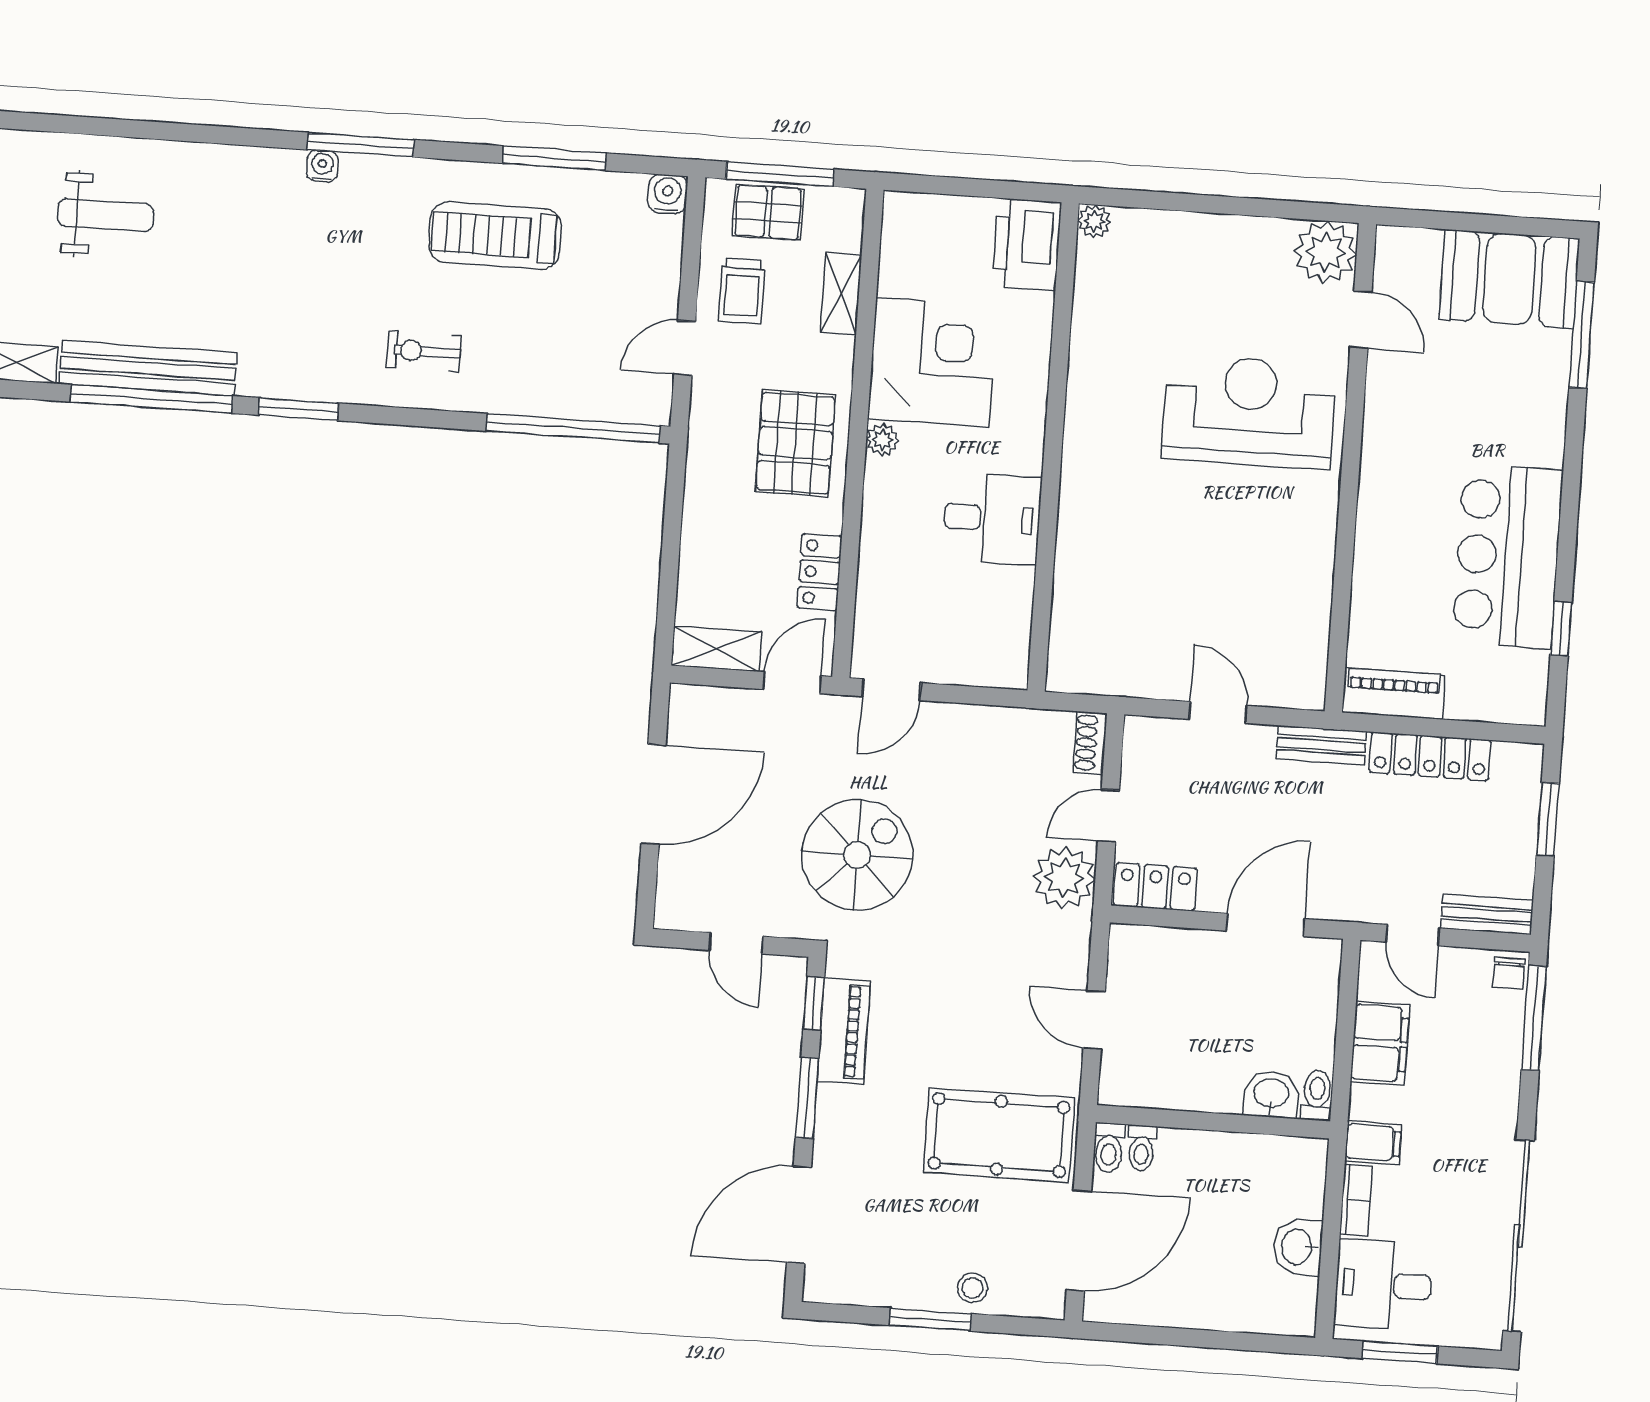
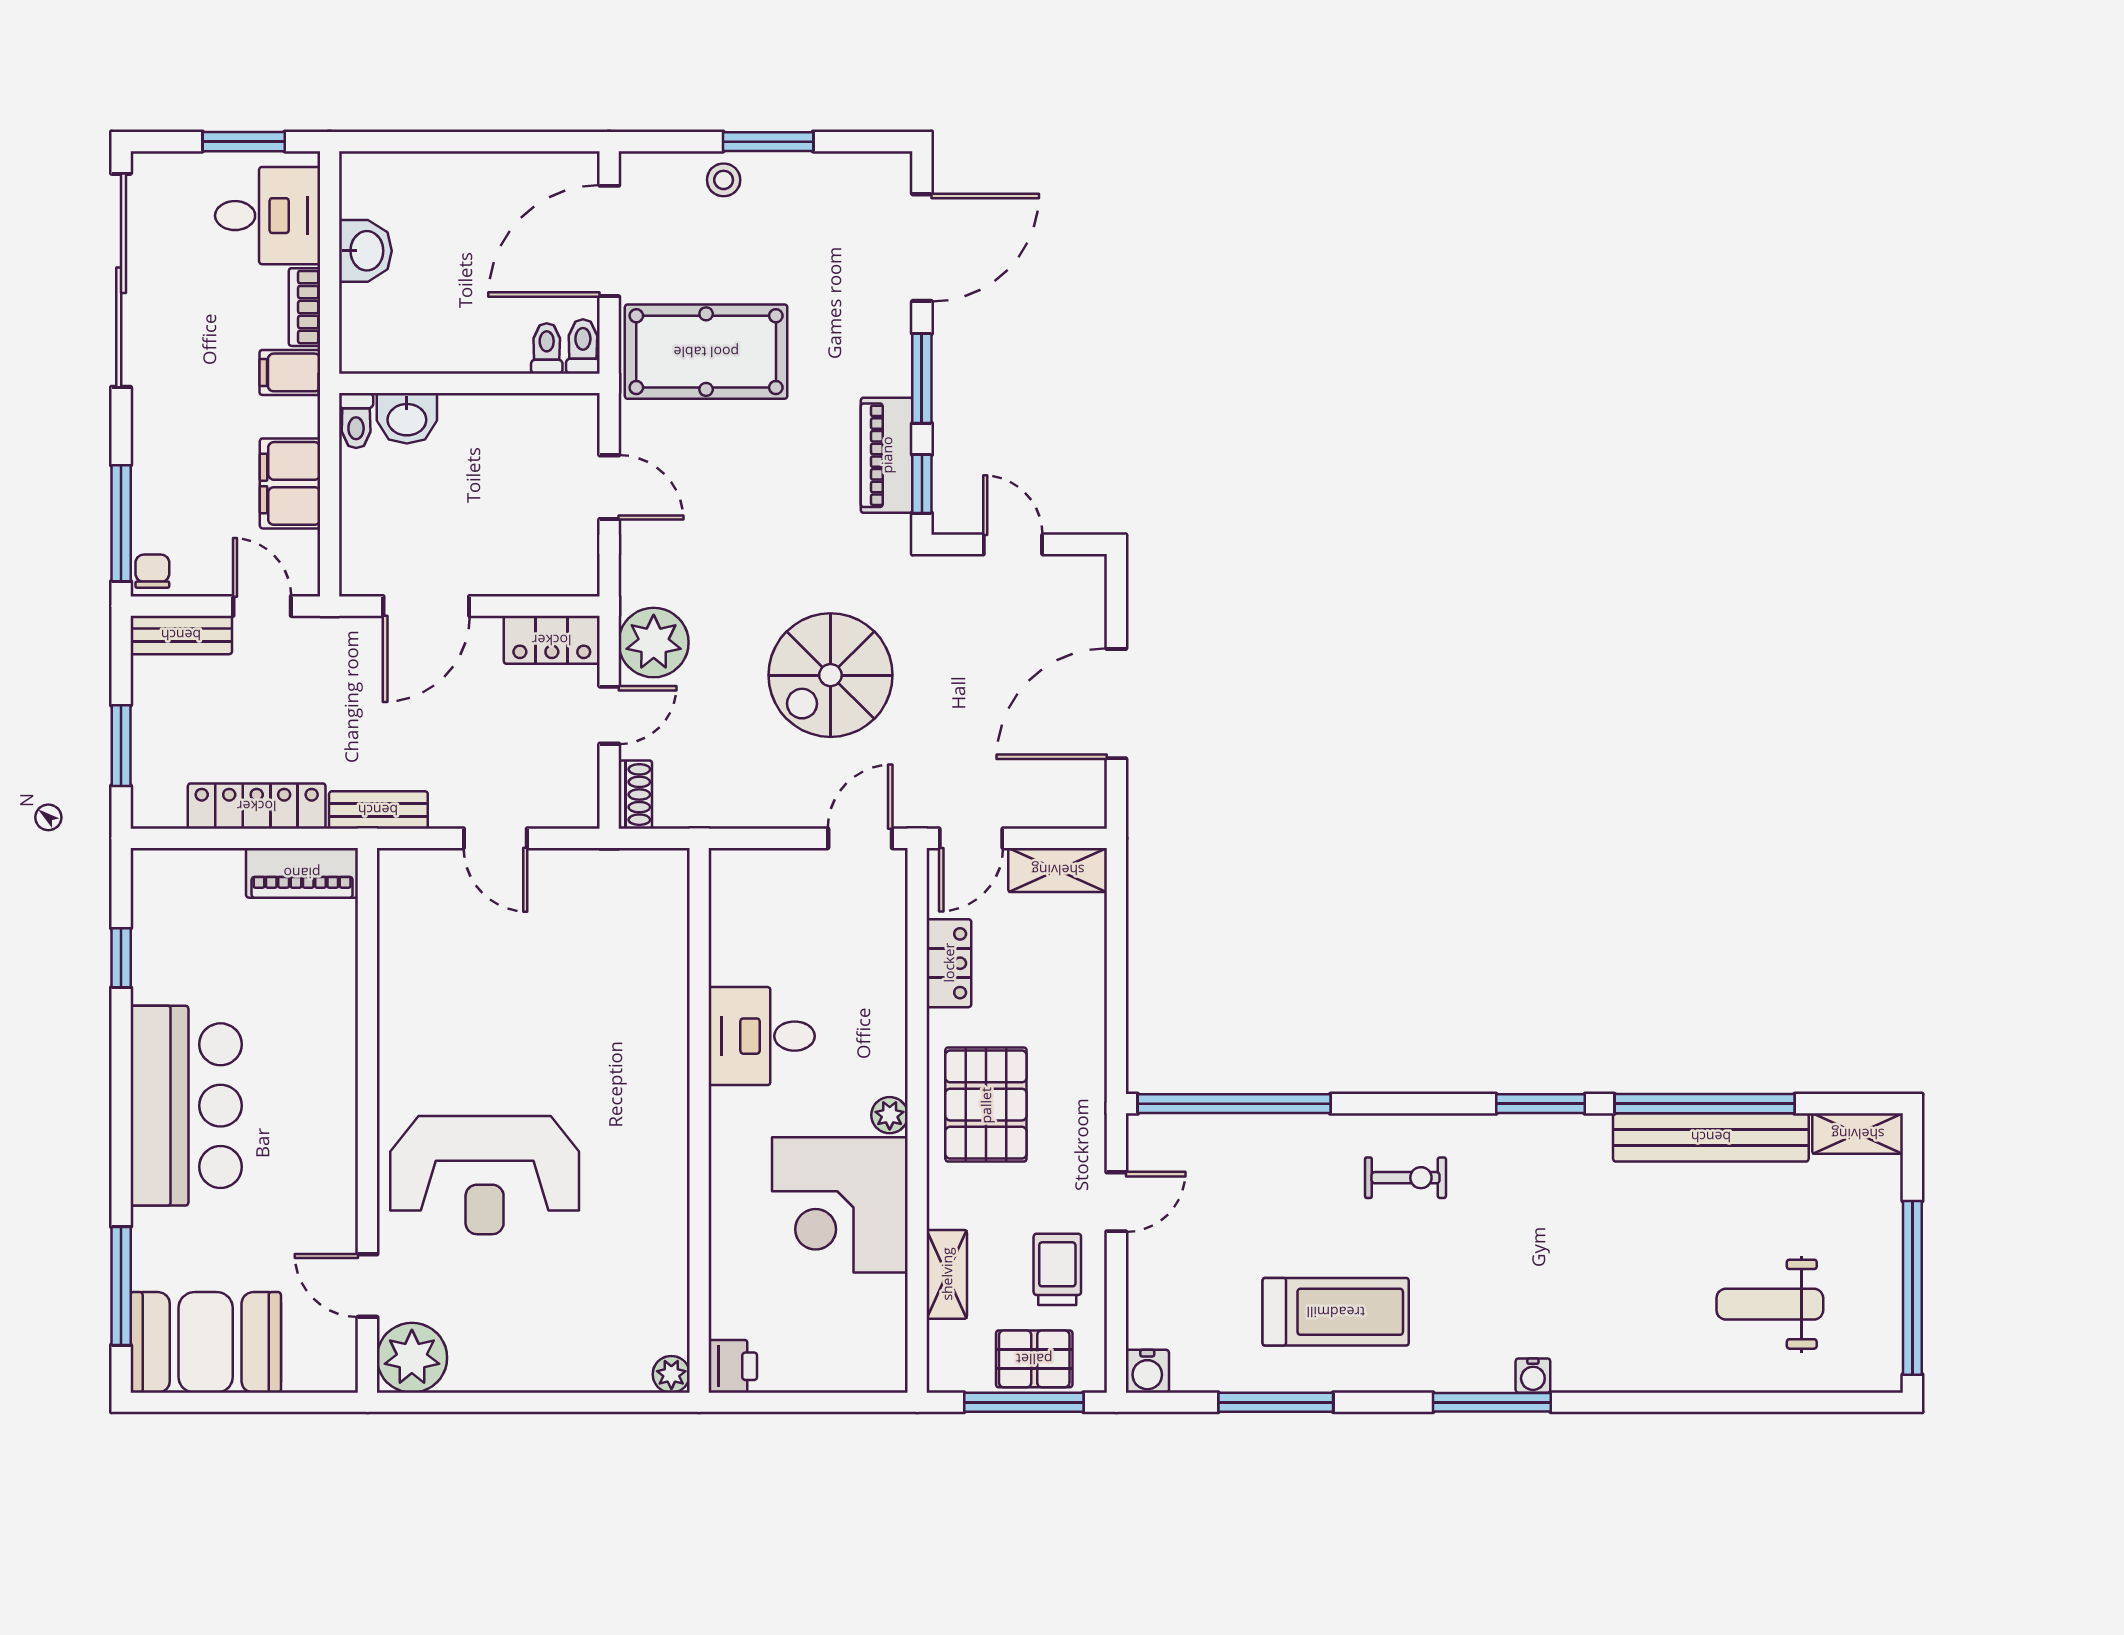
printer: (1027, 245) -> (733, 1366), width x0.53, depth x0.68
bar counter: (1508, 556) -> (186, 1106), moved
spiral stairs: (857, 855) -> (830, 675), moved

